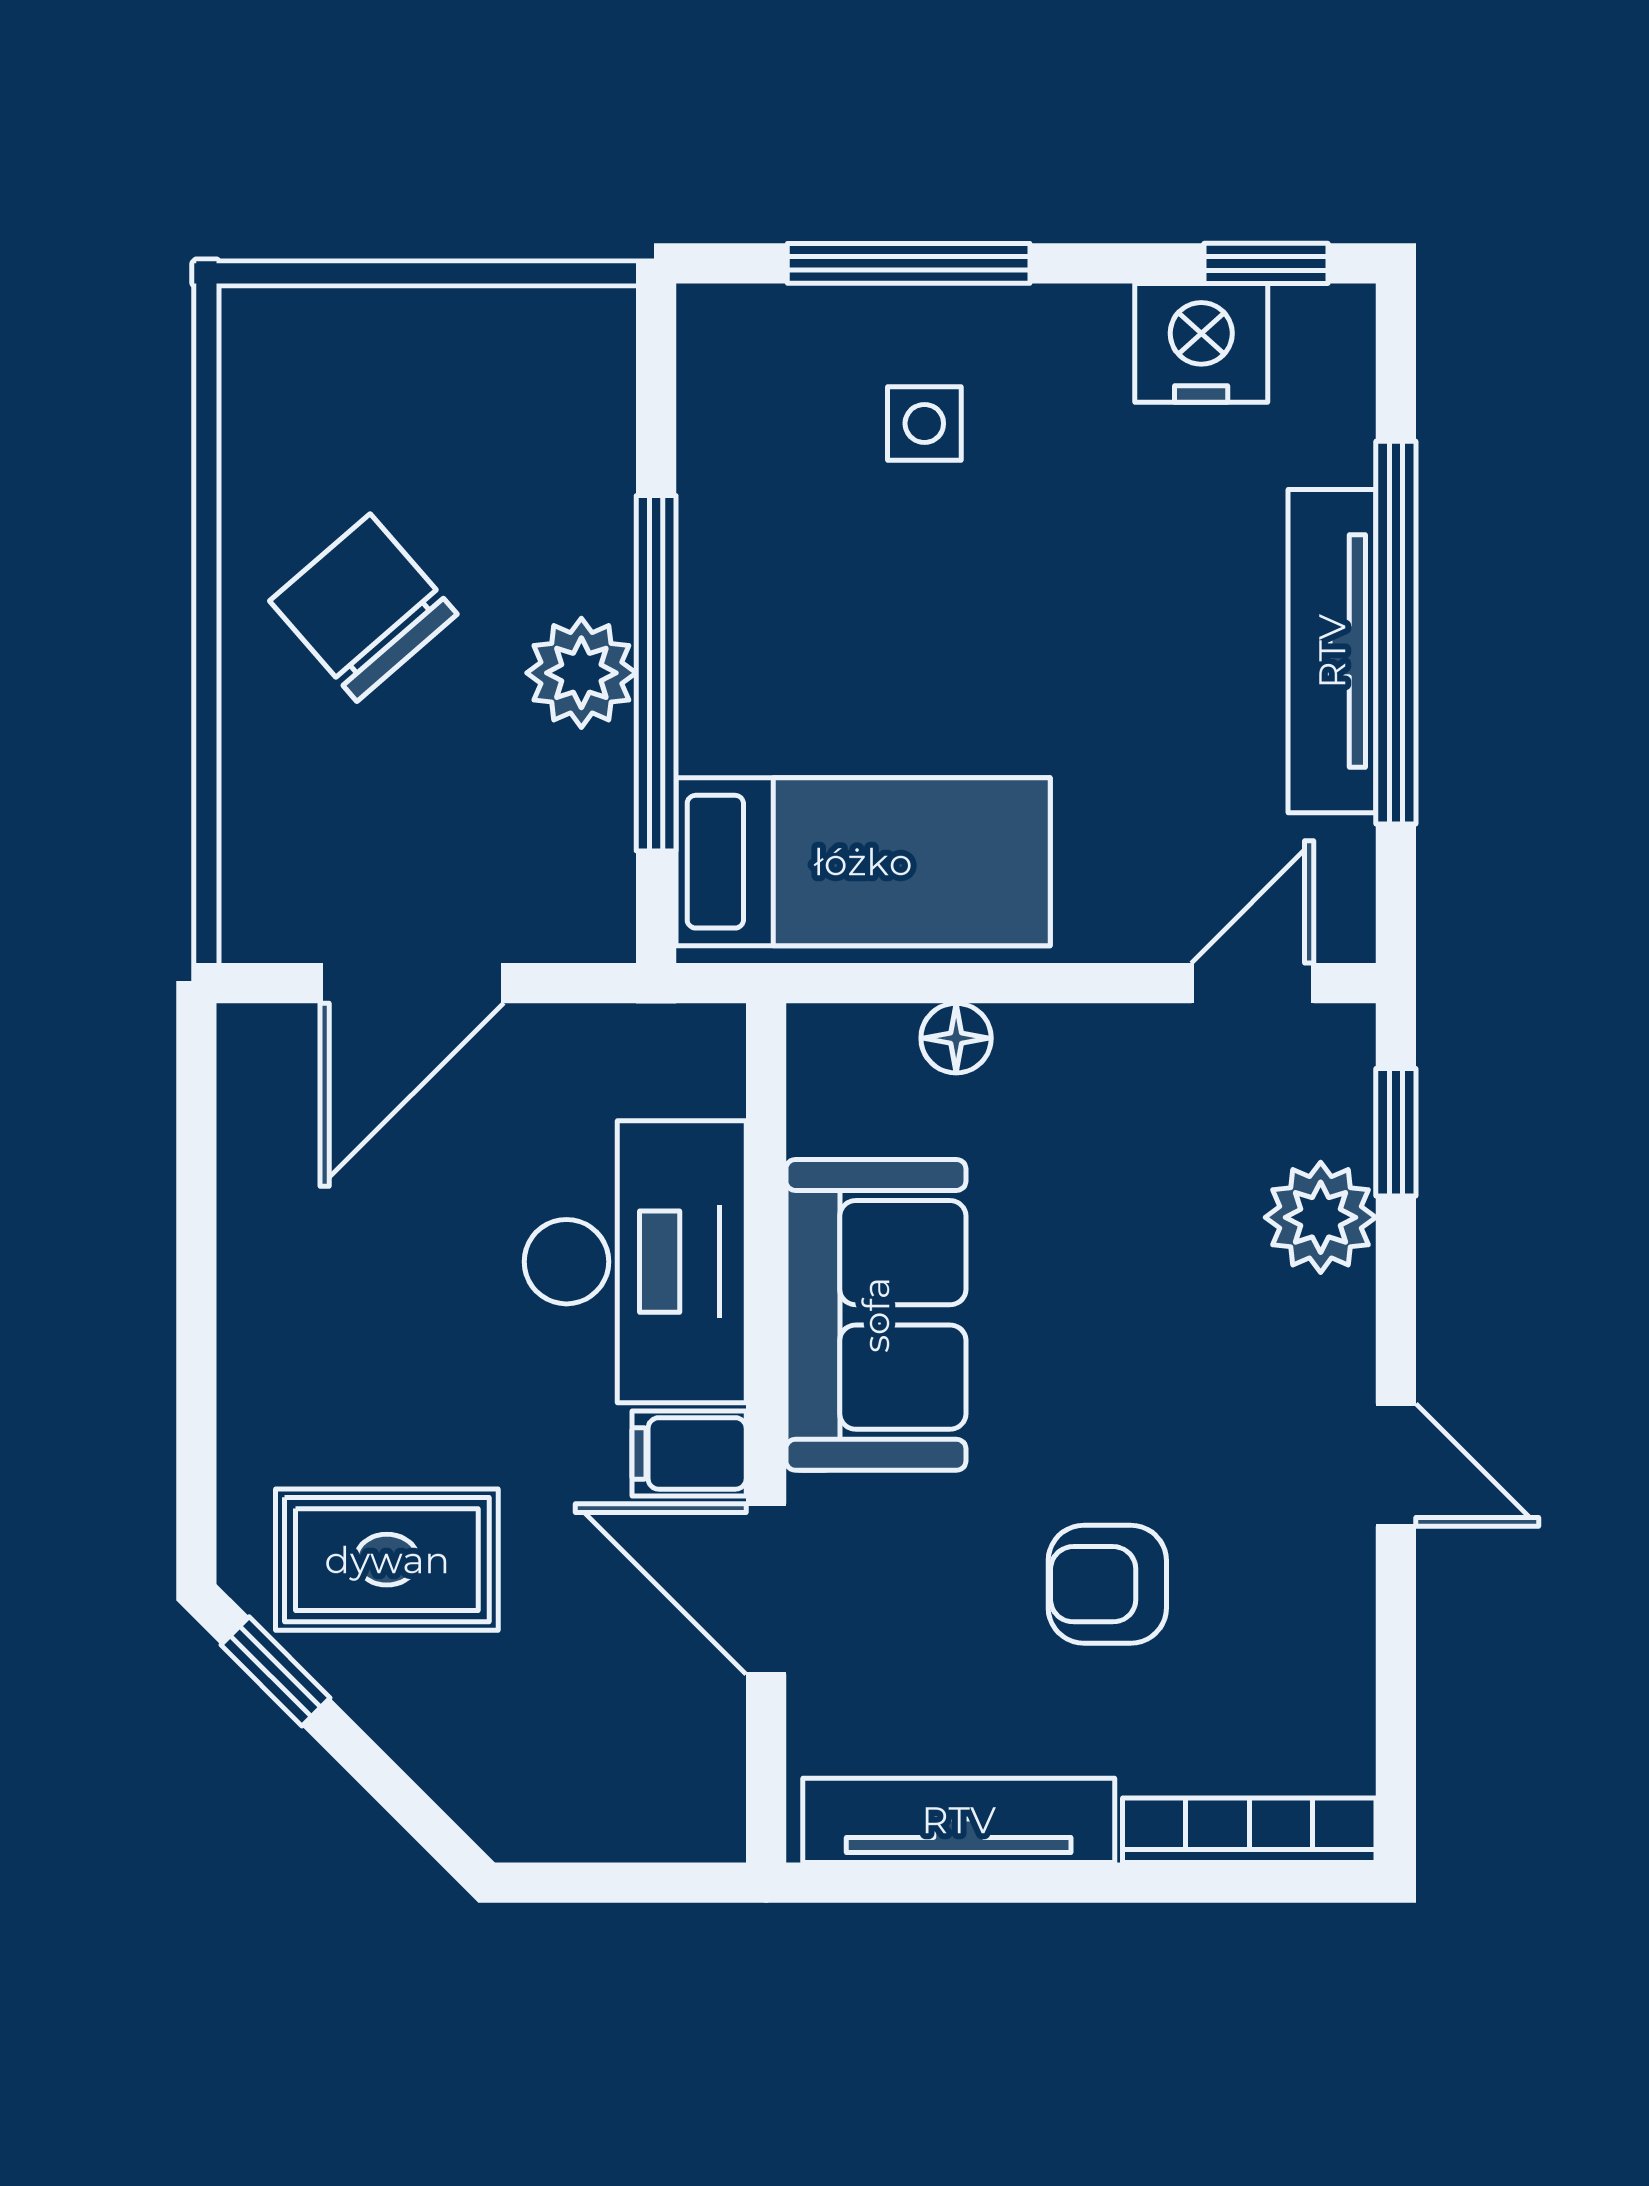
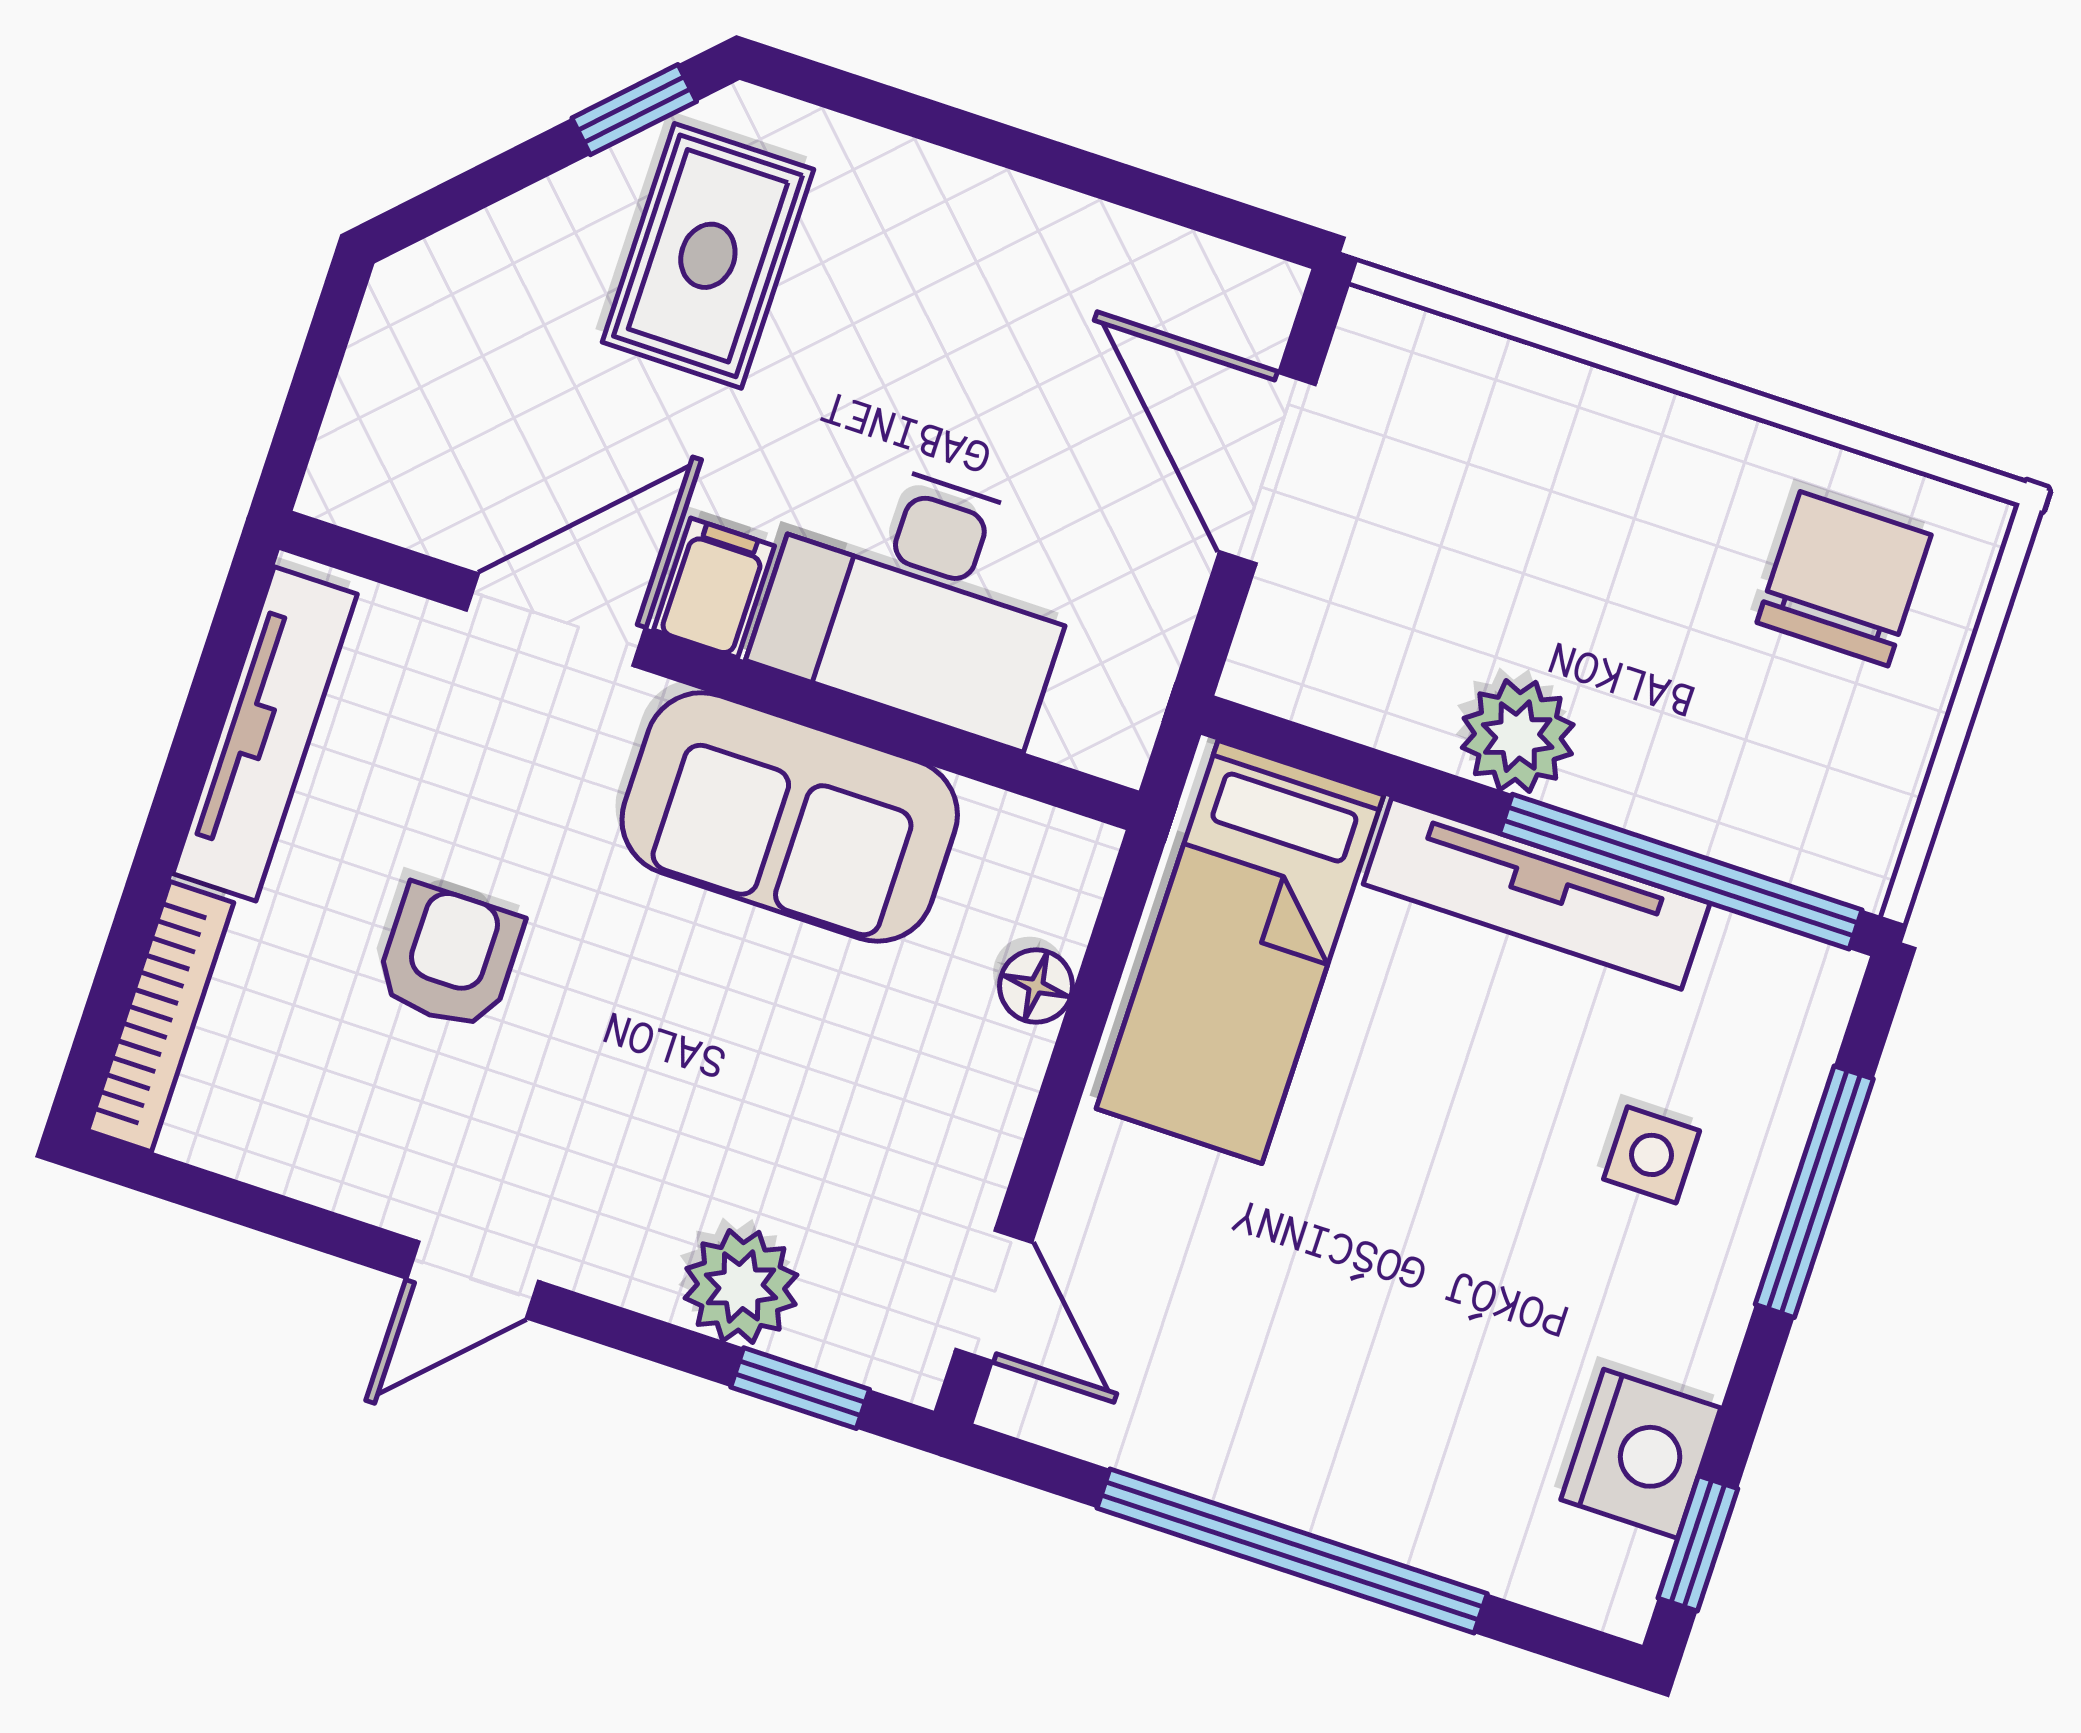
chair: (363, 608) -> (1844, 579), moved, turned -49
tv unit: (1332, 651) -> (1537, 894), moved, turned 180
window: (656, 673) -> (1681, 872), moved

